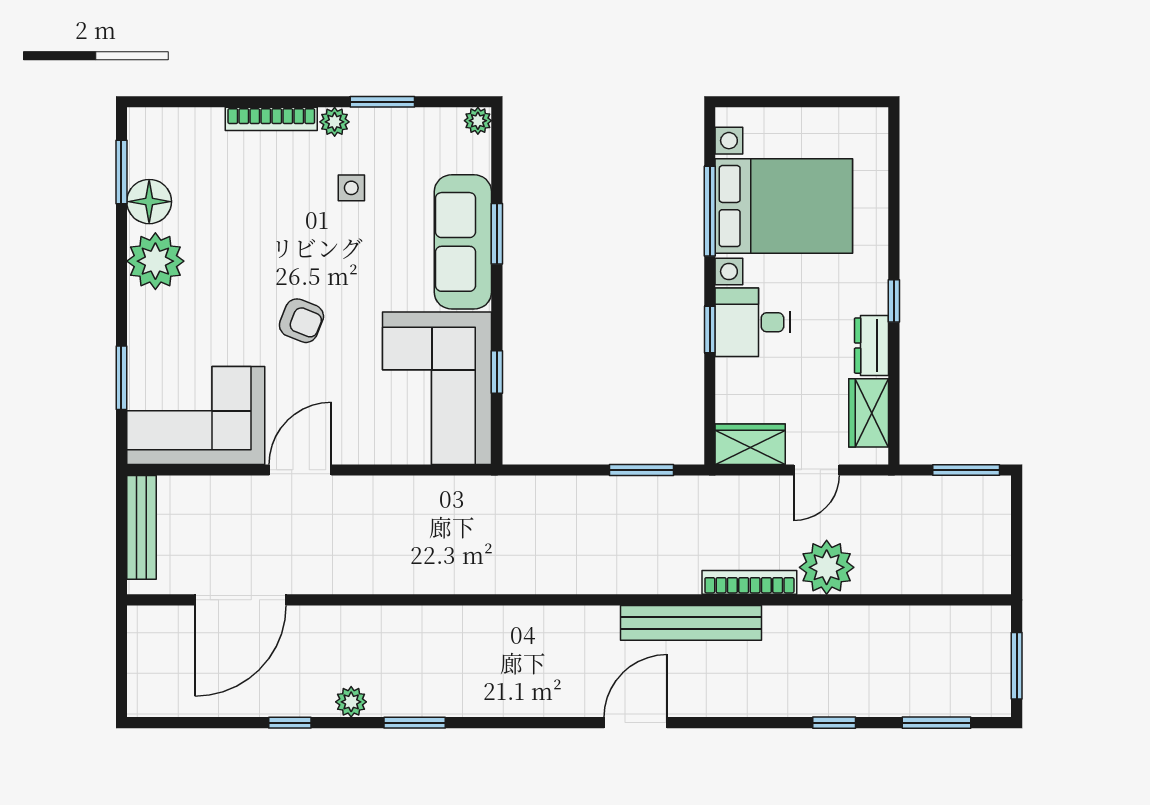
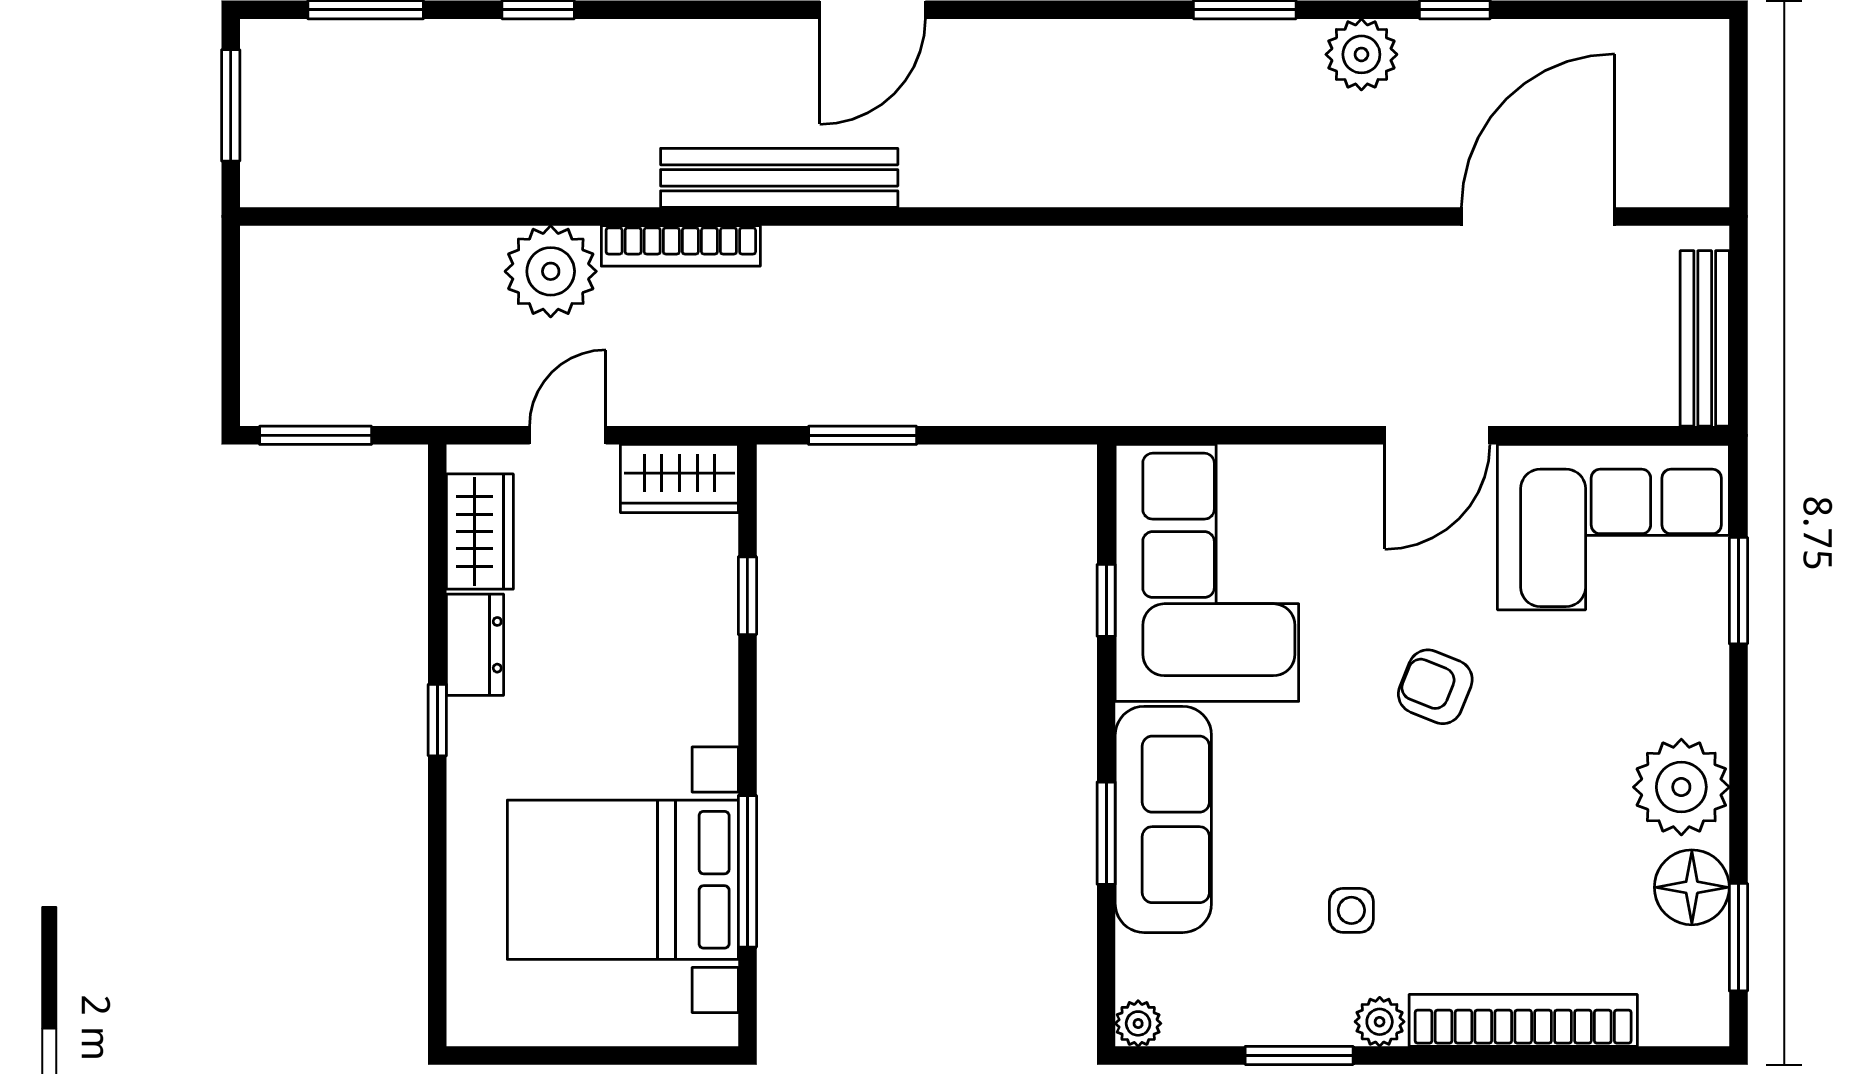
bookcase: (271, 119) -> (1523, 1020), width x1.48, depth x1.31
desk: (752, 322) -> (676, 684), removed
window: (710, 330) -> (747, 596), moved
plant: (351, 702) -> (1361, 54), width x1.38, depth x1.38

